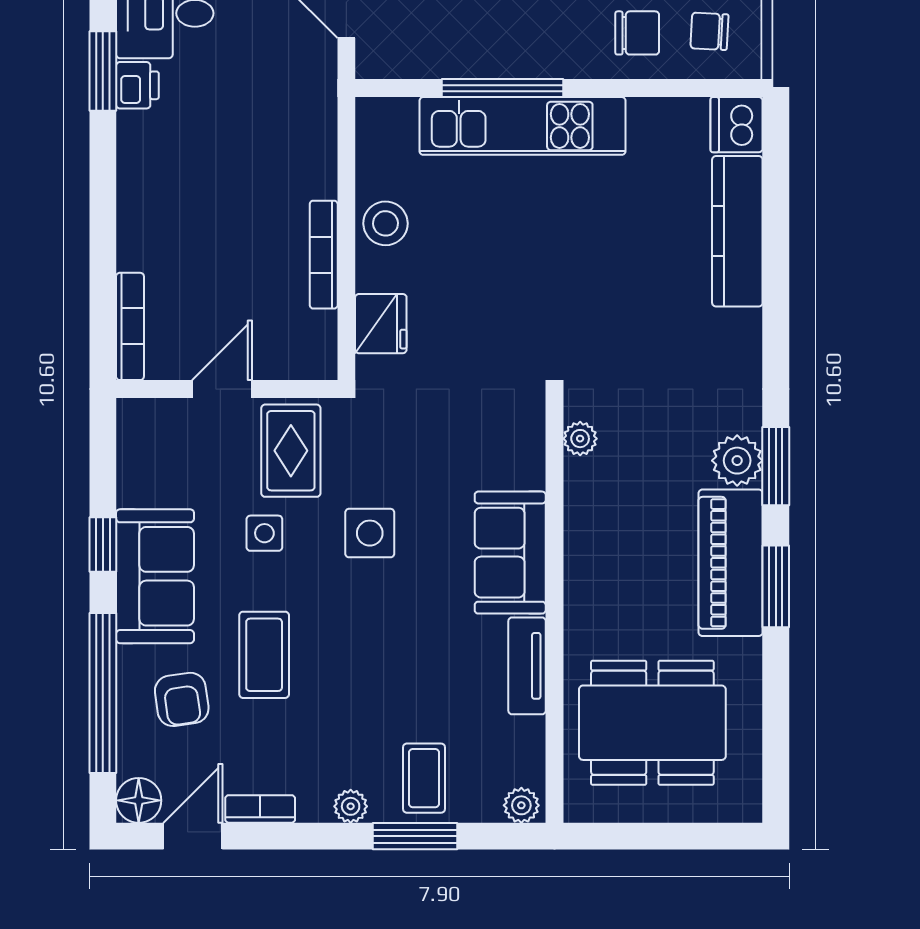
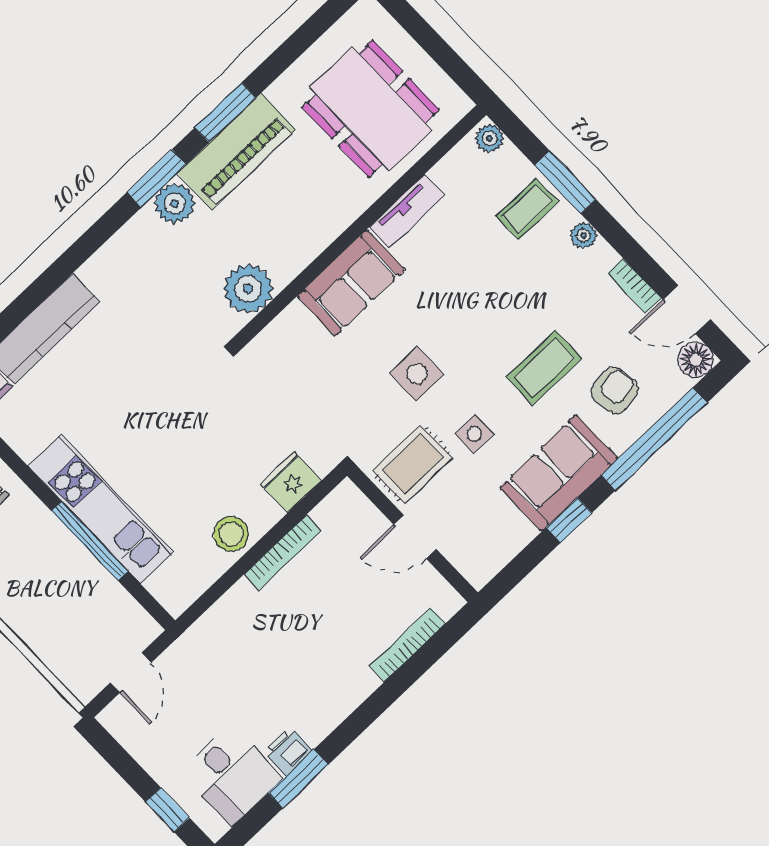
bookcase: (130, 326) -> (407, 645), moved
plant: (580, 439) -> (248, 289), width x1.88, depth x1.88

